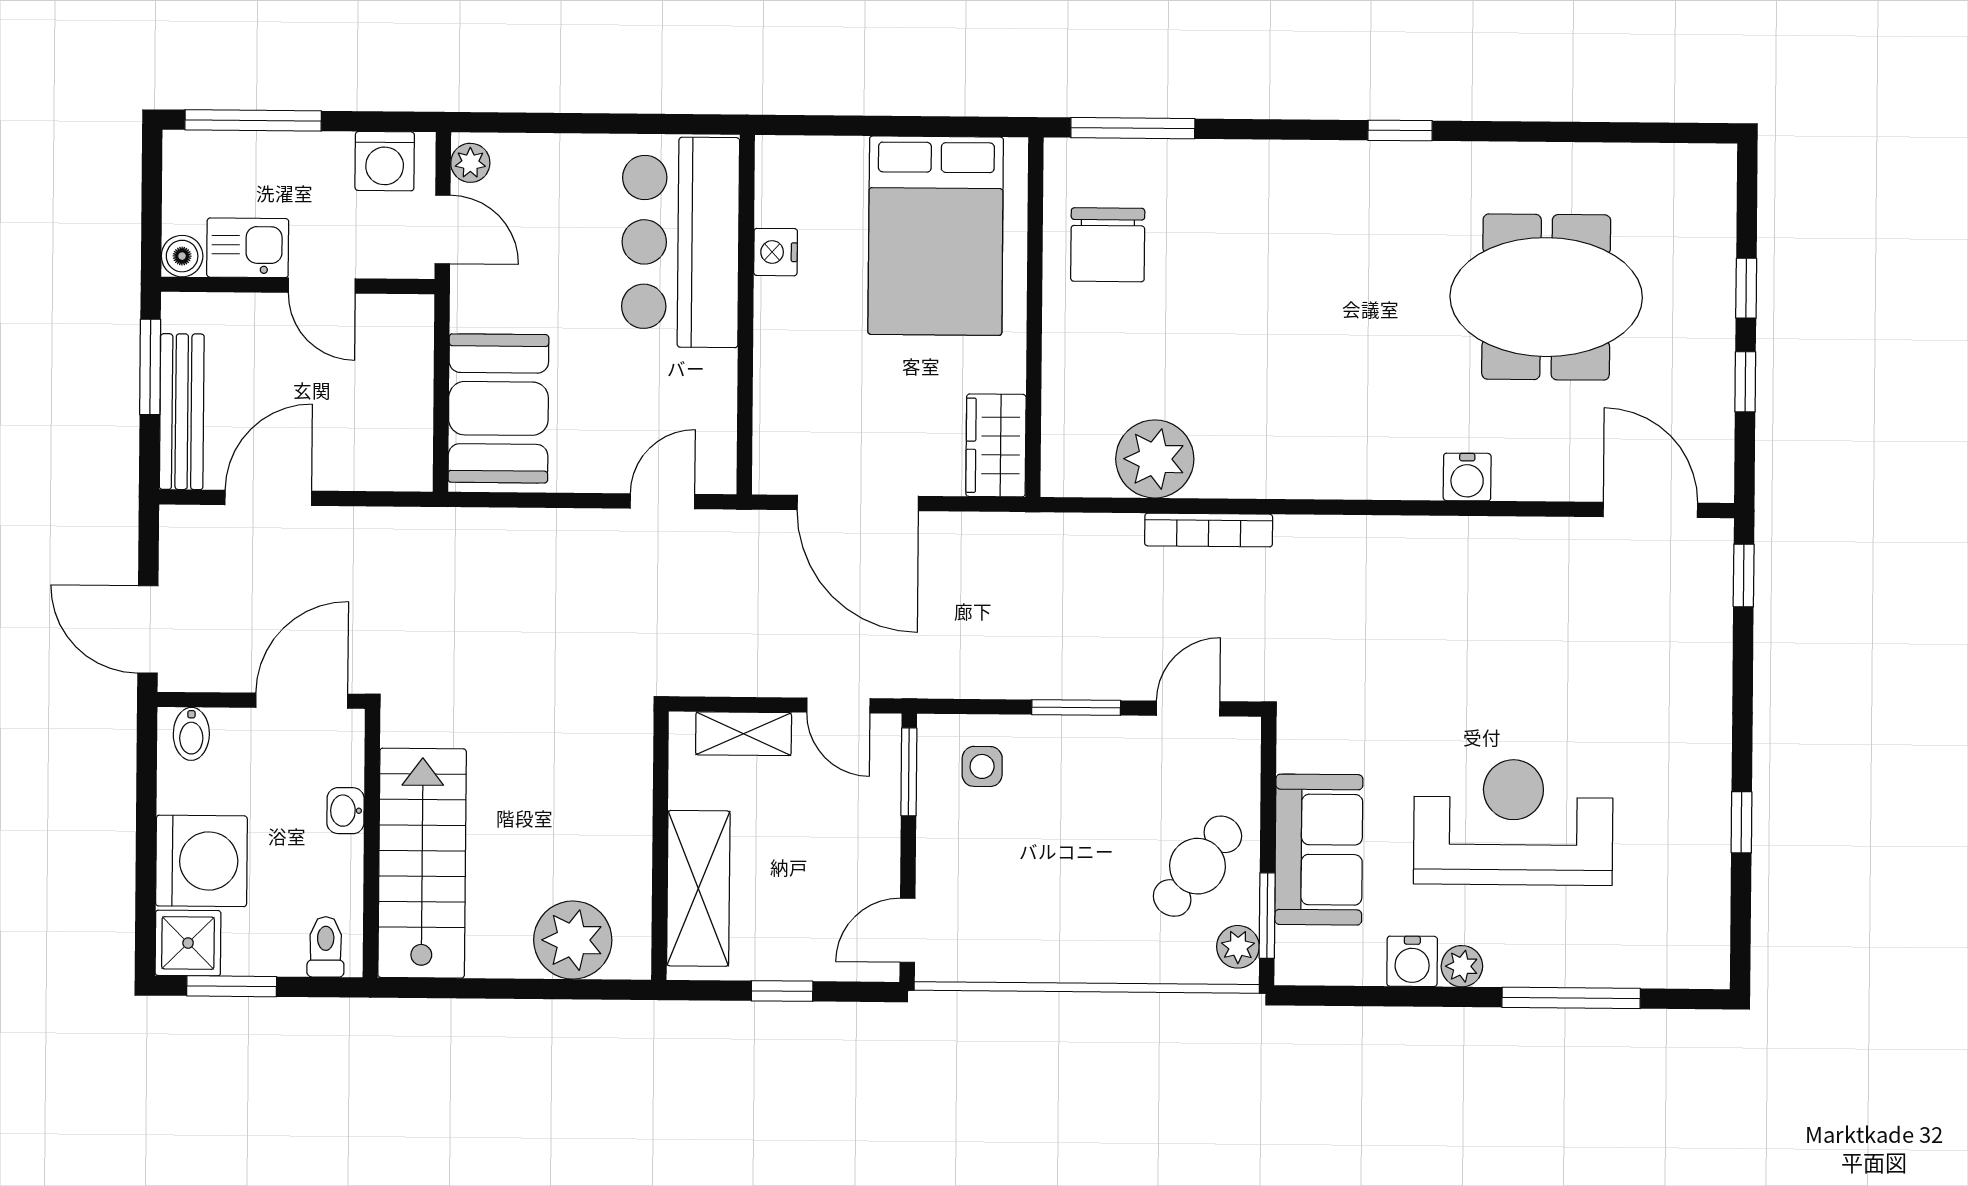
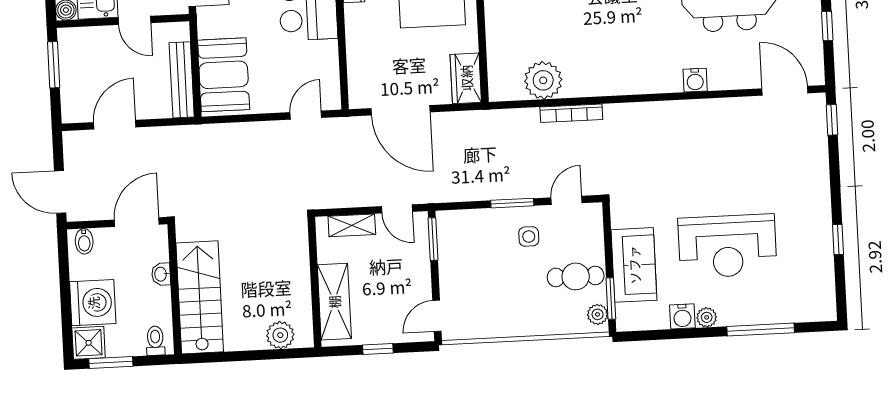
bench: (182, 412) -> (182, 80), moved
side table: (982, 766) -> (529, 236), moved
reception desk: (1513, 822) -> (727, 246), turned 180
cafe table: (1197, 866) -> (576, 276), turned 52
plant: (573, 940) -> (280, 335), width x0.73, depth x0.73

